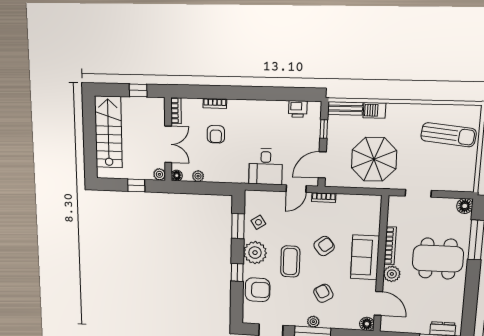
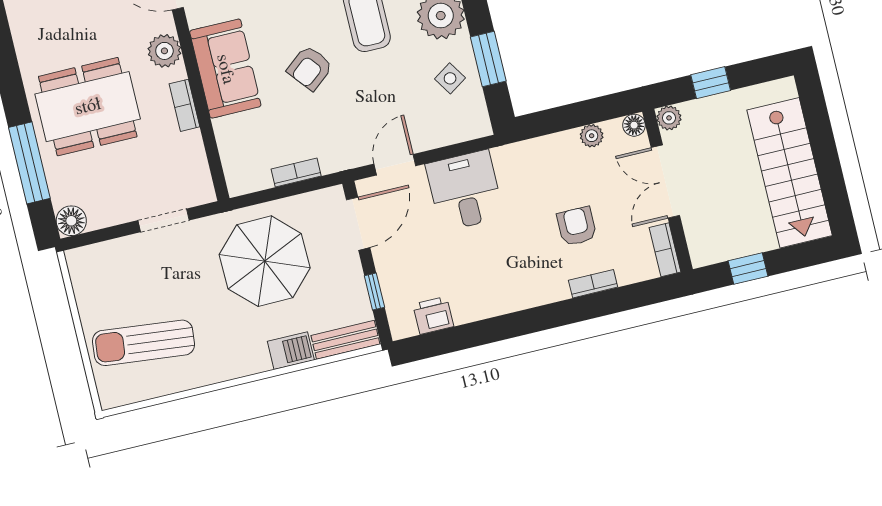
bookcase: (324, 198) -> (296, 173), moved
bookcase: (390, 246) -> (185, 105), width x0.64

